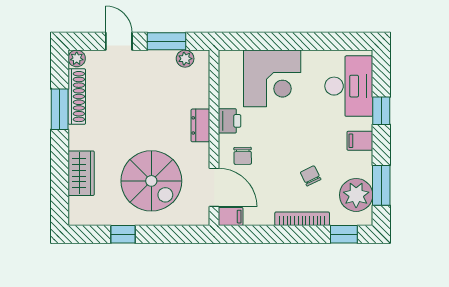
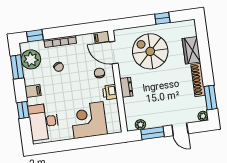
shoe rack: (77, 97) -> (198, 80), moved
window: (60, 109) -> (211, 98), moved

